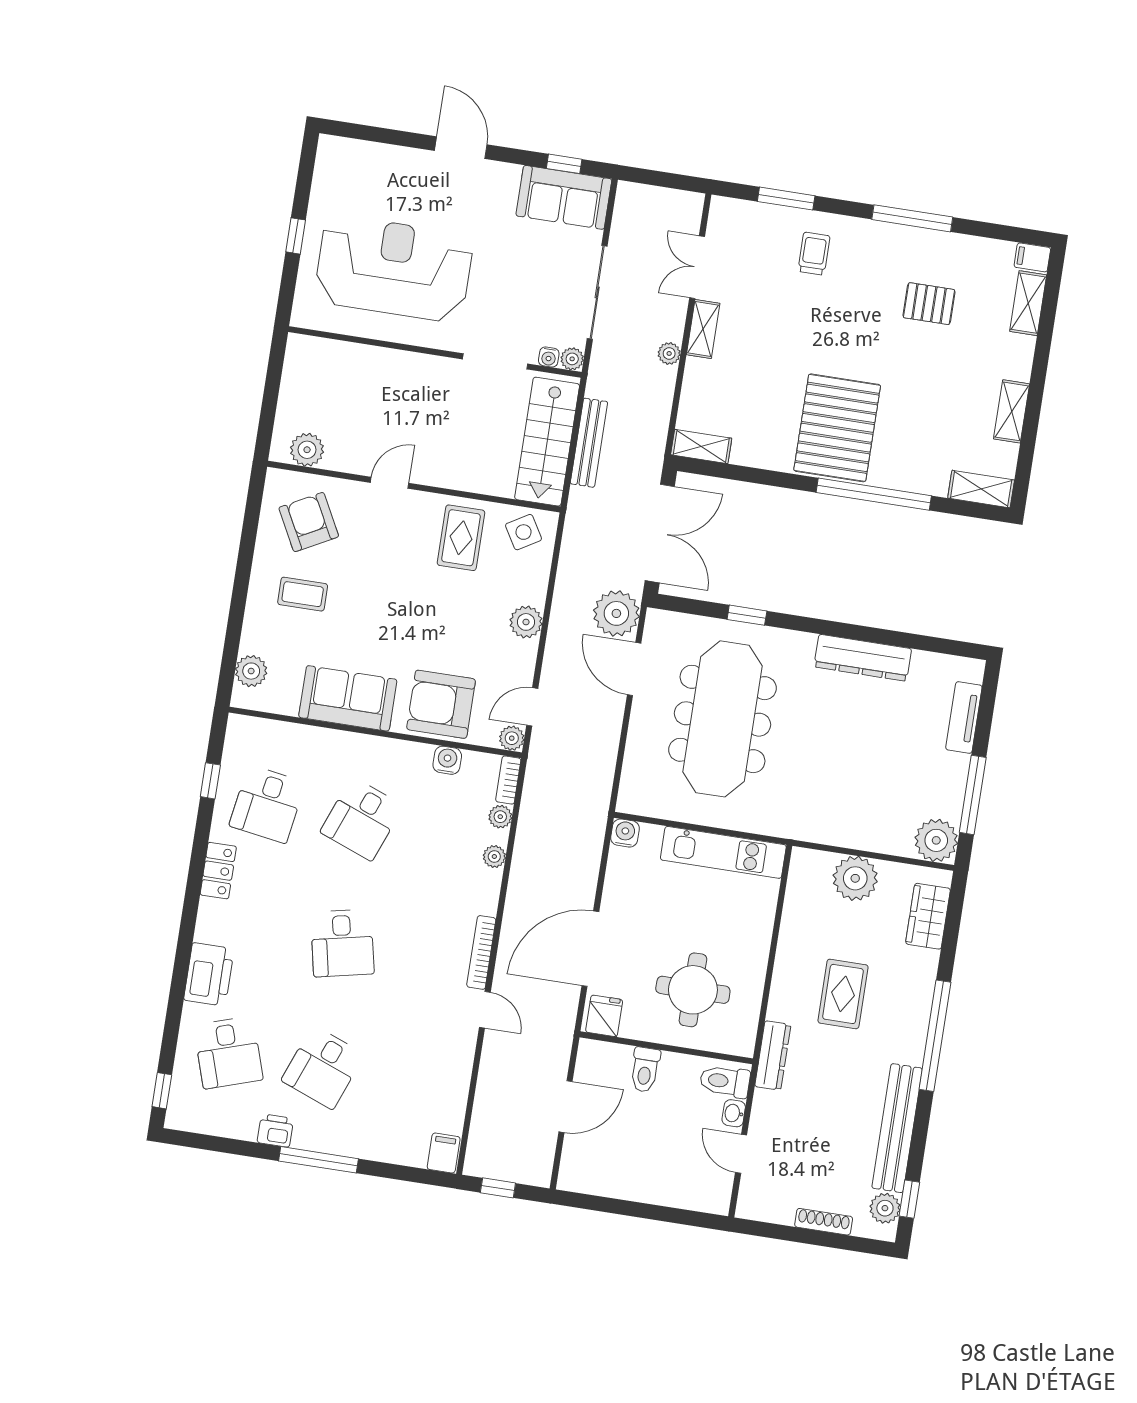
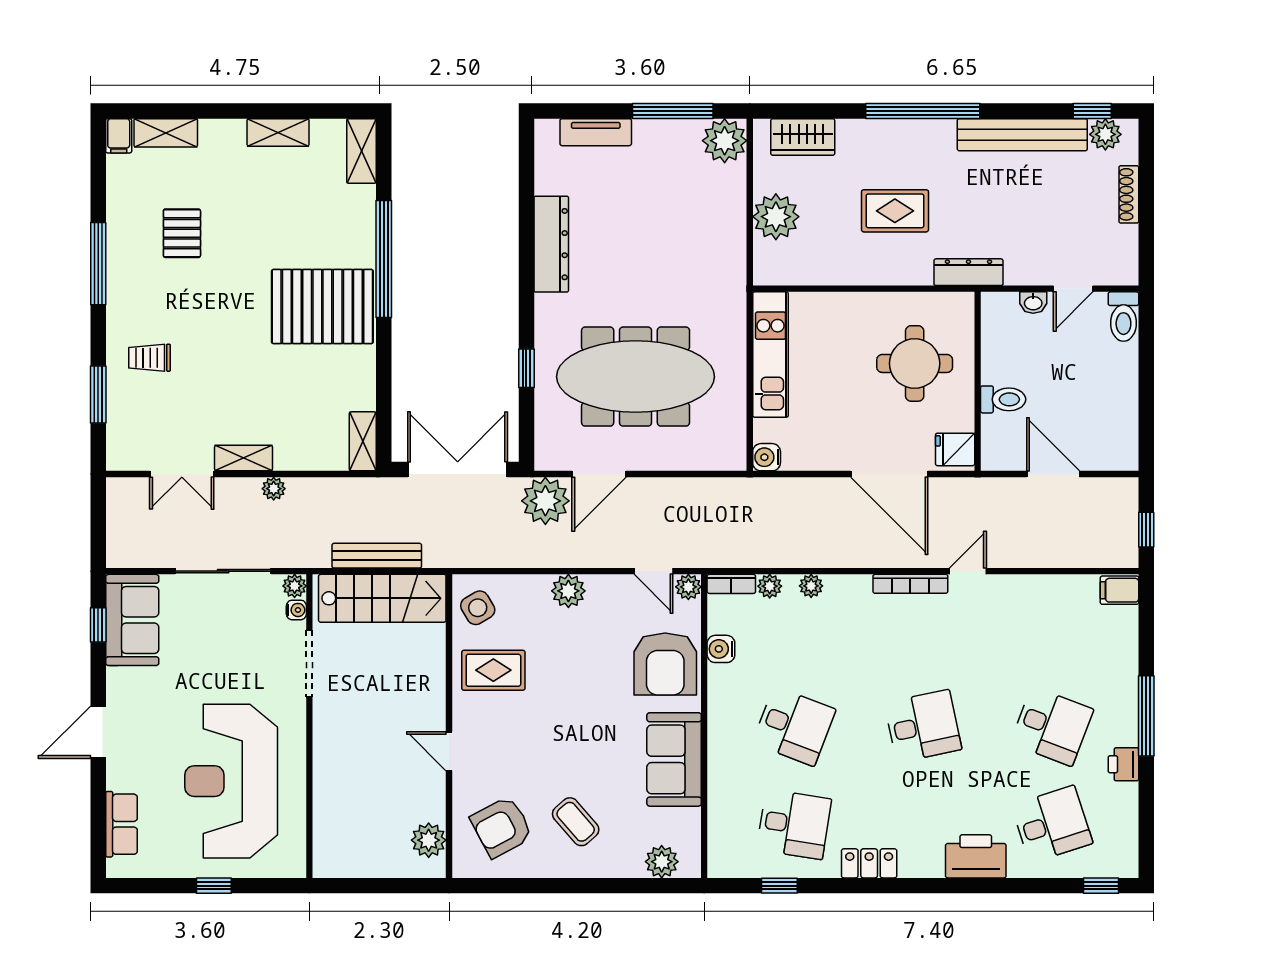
row of seats: (369, 156) -> (122, 824), added
coffee table: (303, 594) -> (576, 822), turned -41
toilet: (725, 1081) -> (1123, 317), moved

